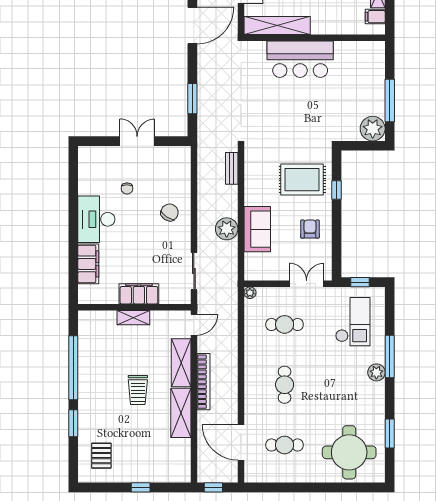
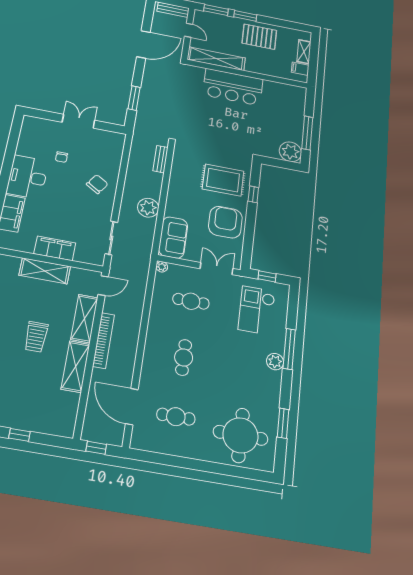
sofa: (257, 229) -> (173, 237), moved
armchair: (310, 229) -> (225, 222), width x1.88, depth x1.88
shelving: (133, 318) -> (45, 271), width x1.50, depth x1.33
checkout: (353, 322) -> (257, 310), turned 180

